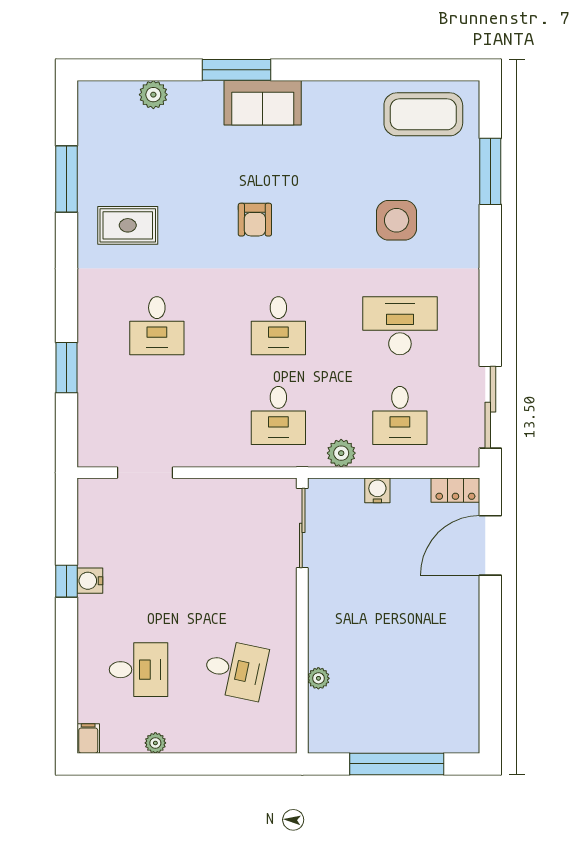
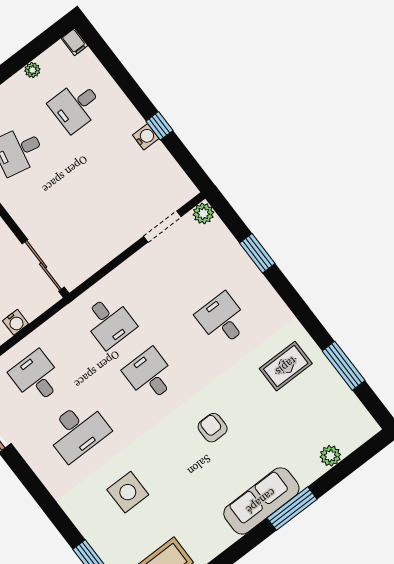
sofa: (263, 103) -> (261, 501), width x1.36
desk: (278, 415) -> (109, 322), turned 180
plant: (341, 453) -> (203, 213), moved

